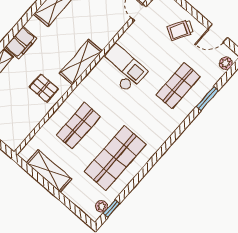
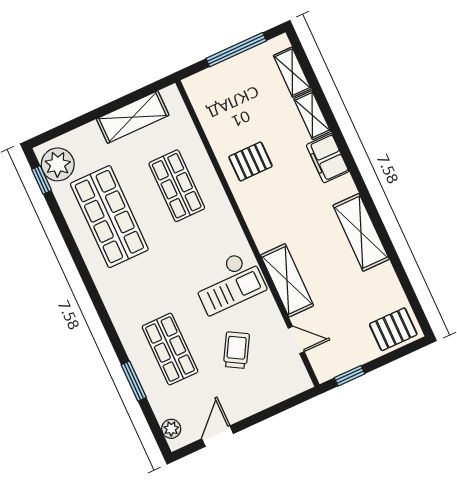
trolley: (180, 30) -> (236, 350), moved
shelving: (81, 62) -> (287, 280), moved
plant: (102, 206) -> (58, 164), width x1.87, depth x1.87

